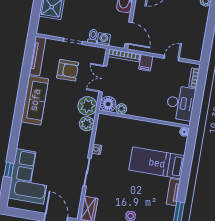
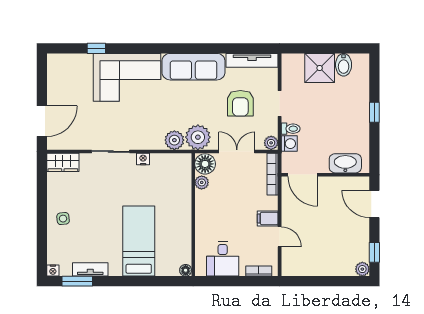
door: (128, 33) -> (303, 175), hinge flipped
plant: (101, 53) -> (271, 143), added
filing cabinet: (146, 63) -> (268, 218), moved
desk: (181, 103) -> (223, 259), width x0.73
corner sofa: (30, 176) -> (127, 77), moved
tv unit: (173, 192) -> (90, 269), moved

